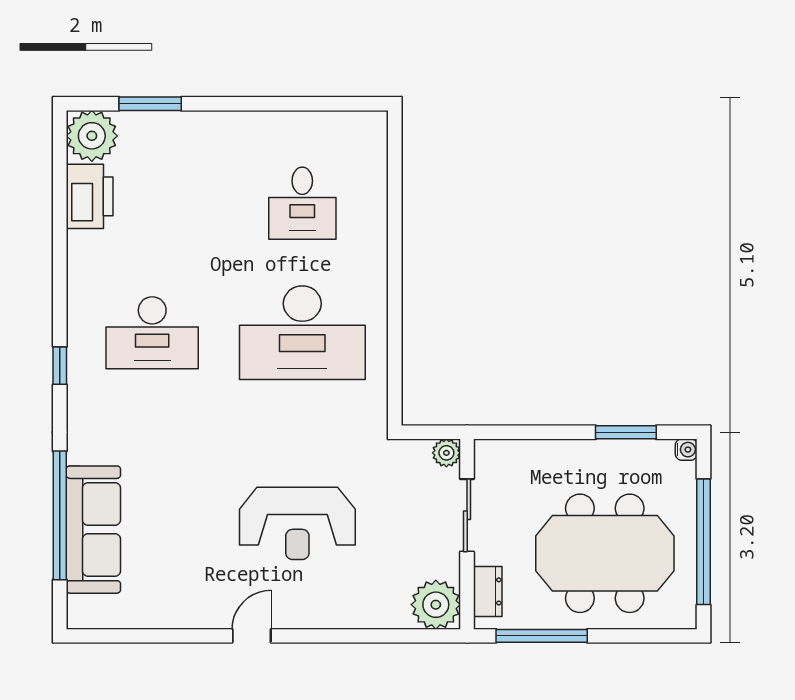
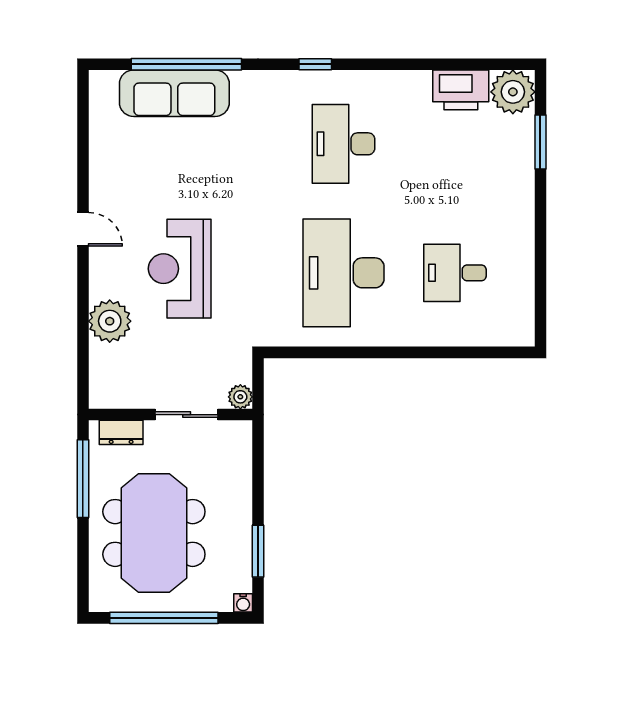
plant: (436, 605) -> (110, 321), moved

